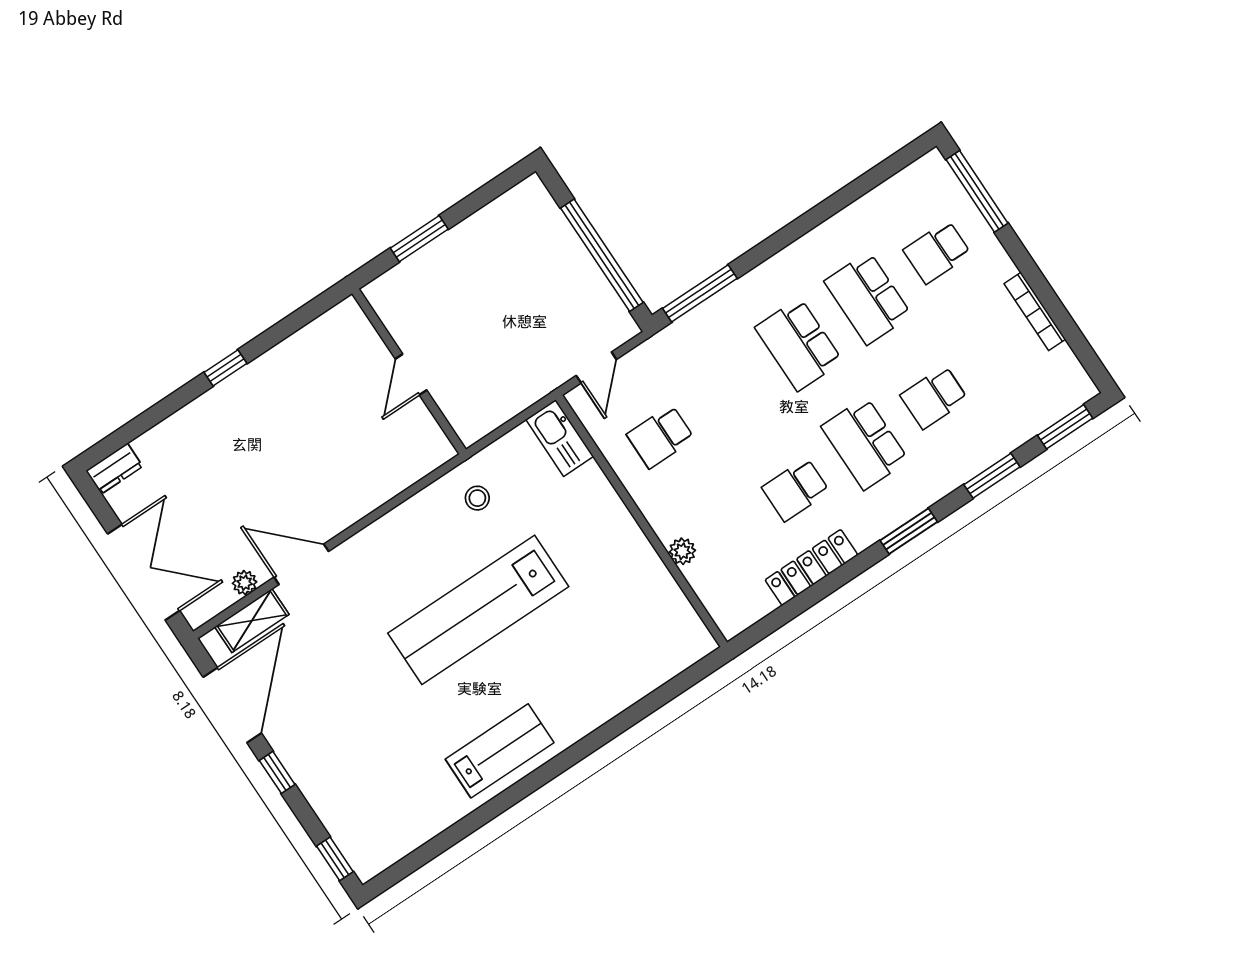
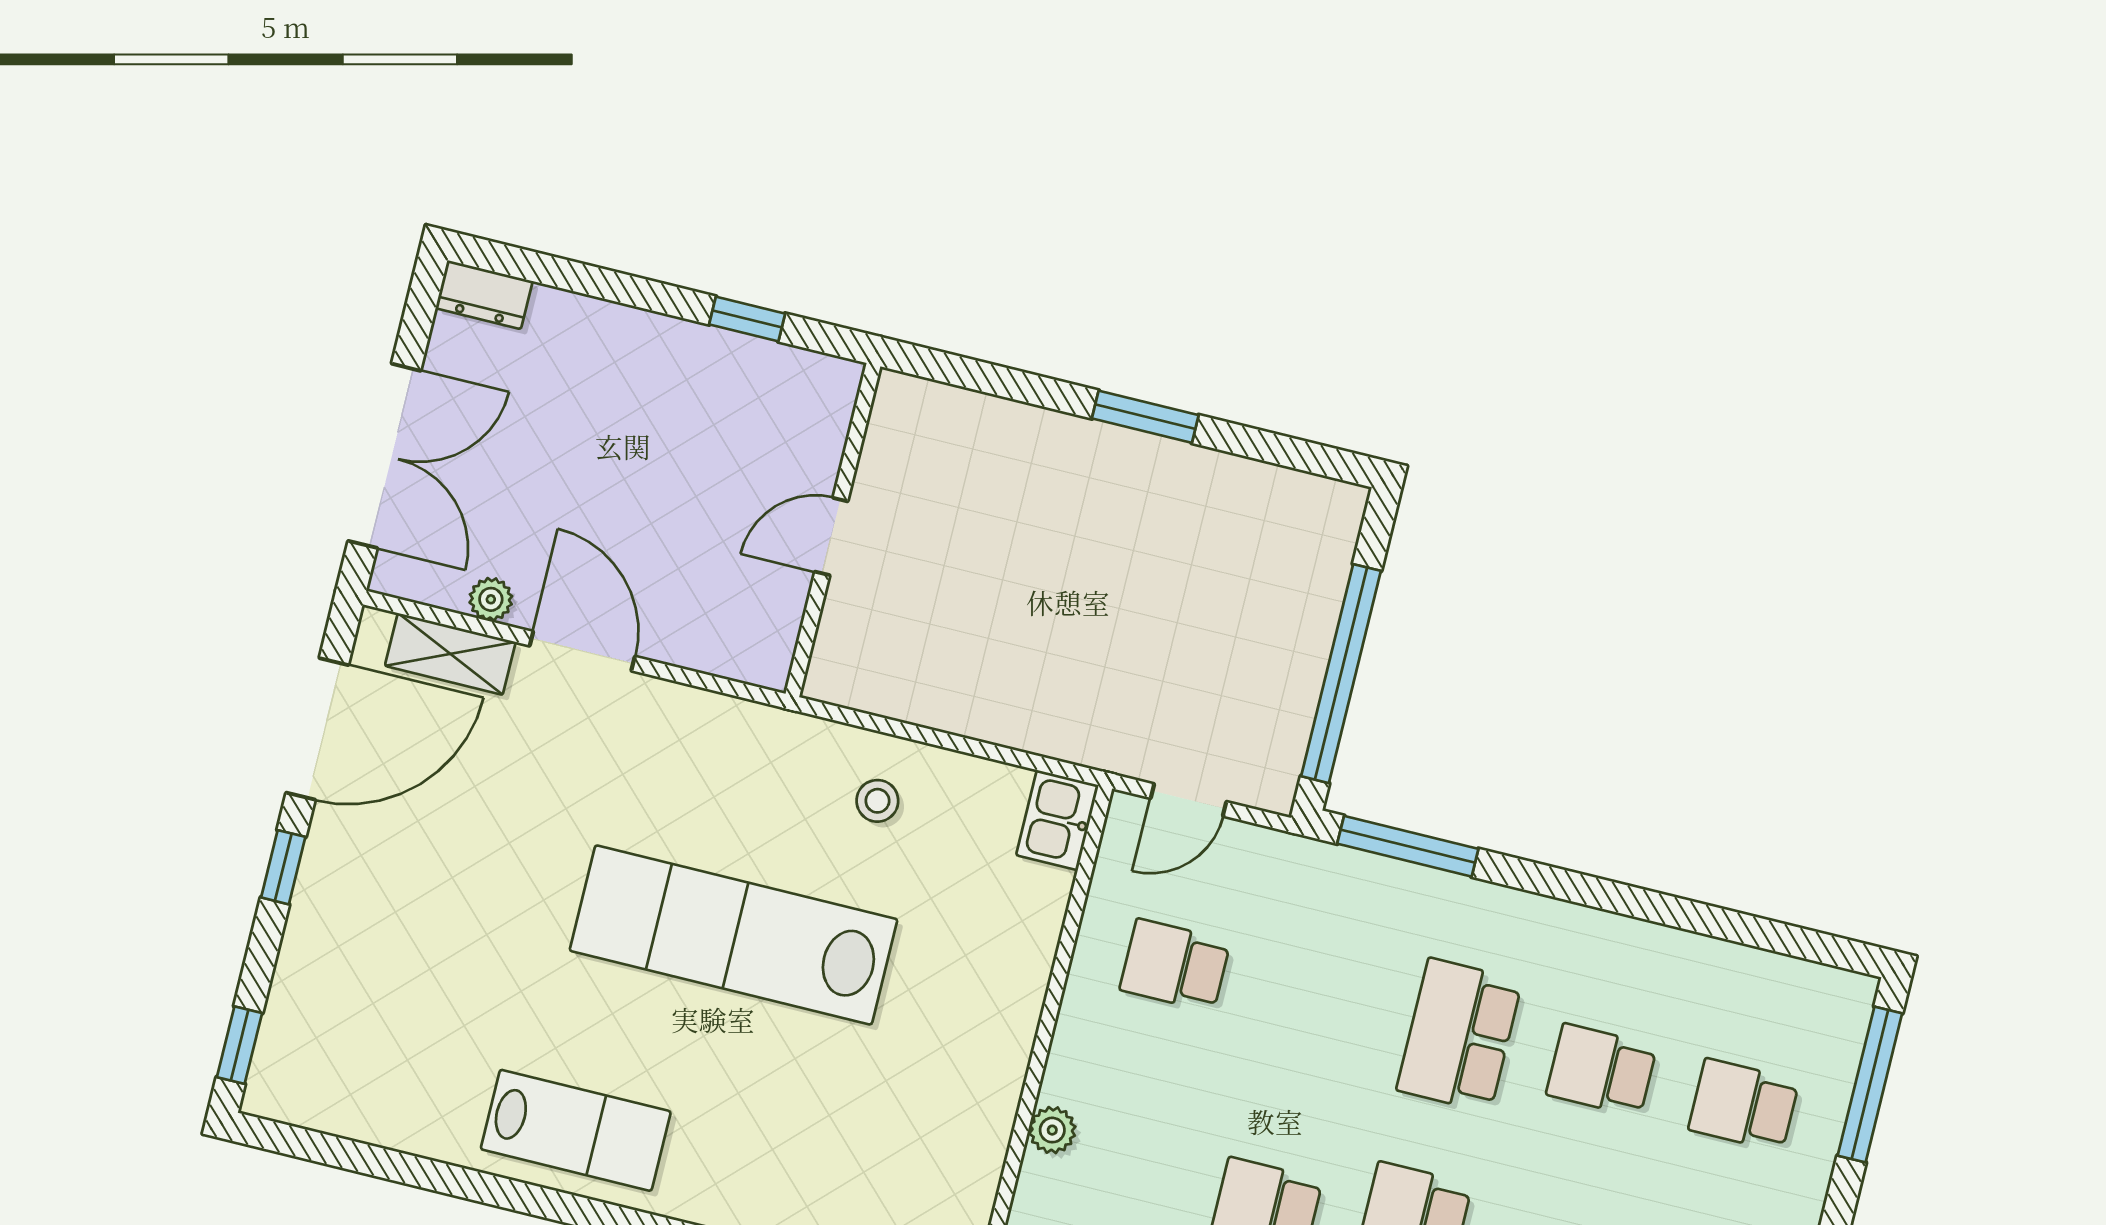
school desk: (868, 298) -> (1602, 1070), width x0.54
wall: (409, 371) -> (833, 530), moved
door: (411, 375) -> (831, 536), moved
kitchen sink: (560, 438) -> (1057, 820), width x0.73

